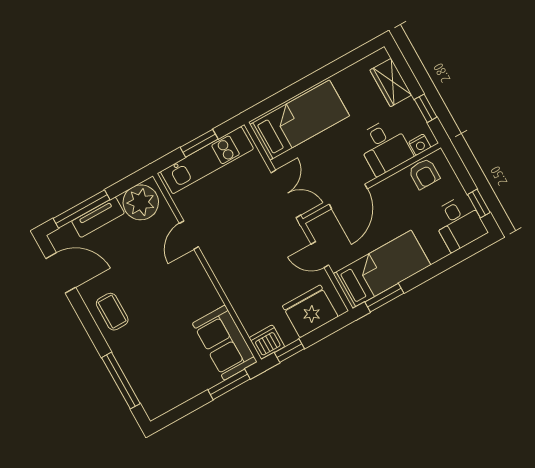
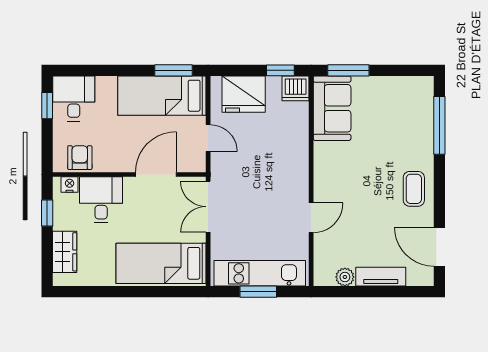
plant: (141, 202) -> (345, 277), width x0.53, depth x0.53
window: (81, 209) -> (391, 292), removed

